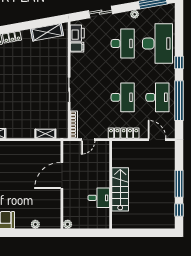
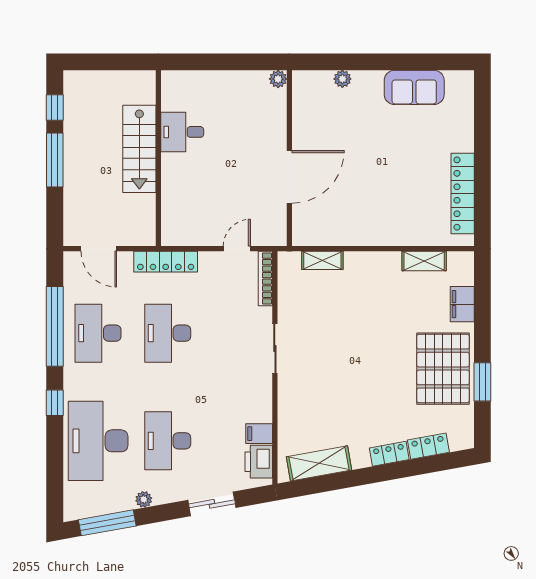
wall: (111, 185) -> (158, 158), moved
stairs: (120, 189) -> (139, 149), moved
desk: (99, 198) -> (182, 132), moved

